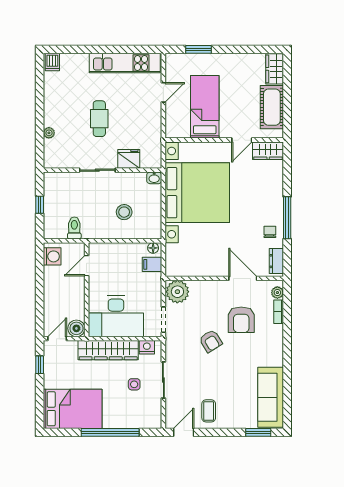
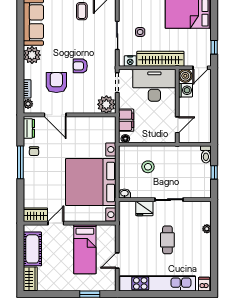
kitchen unit: (125, 63) -> (158, 283), width x1.36
toilet: (74, 228) -> (206, 154), moved
washing machine: (52, 256) -> (186, 90), moved, turned 180
filing cabinet: (152, 264) -> (126, 120), width x2.00
armchair: (211, 341) -> (80, 66), turned -58
plant: (272, 355) -> (32, 55), added

